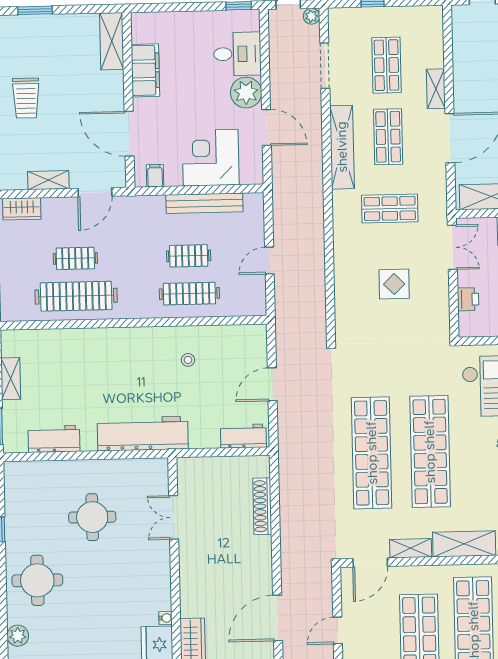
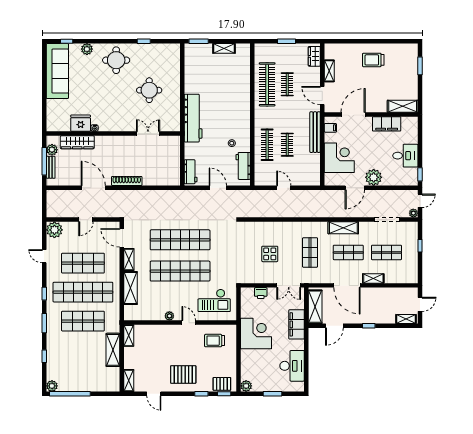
desk: (237, 54) -> (405, 156), moved, turned -90
shelving: (342, 147) -> (343, 228), width x0.68
bench: (204, 203) -> (315, 132), moved
workbench: (54, 439) -> (243, 166), moved, turned 180
shoe rack: (262, 506) -> (127, 181), moved
door: (338, 630) -> (86, 220), swing flipped

